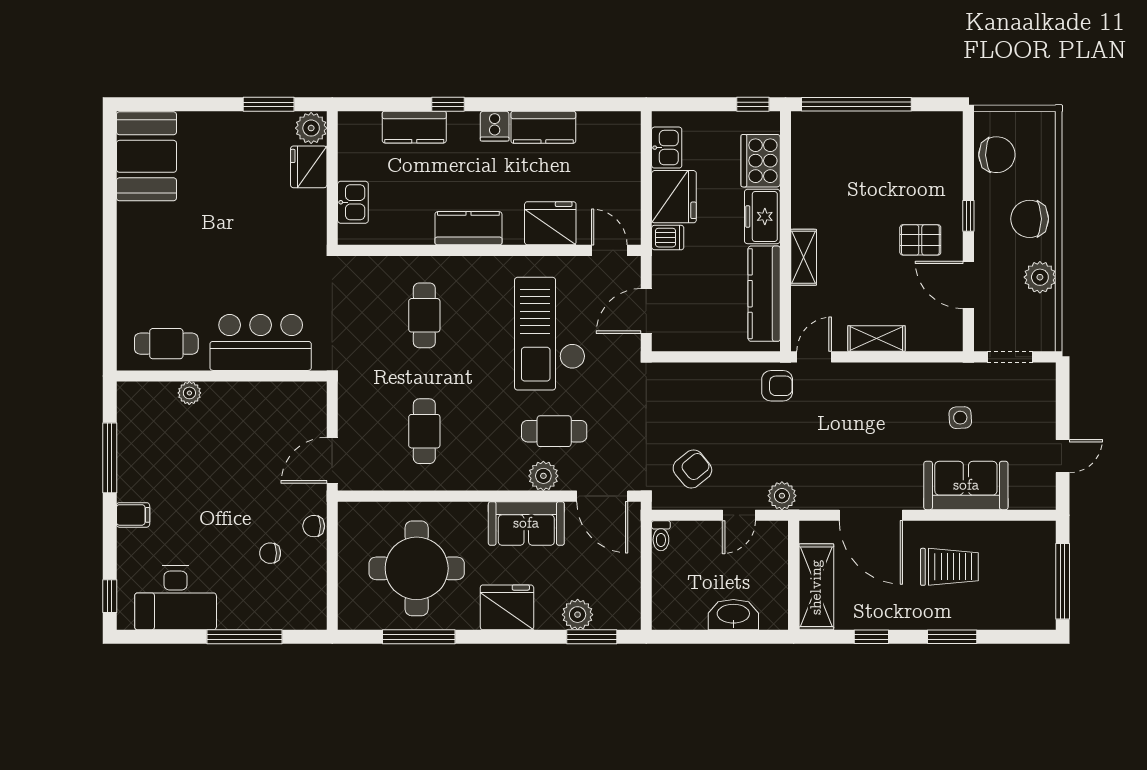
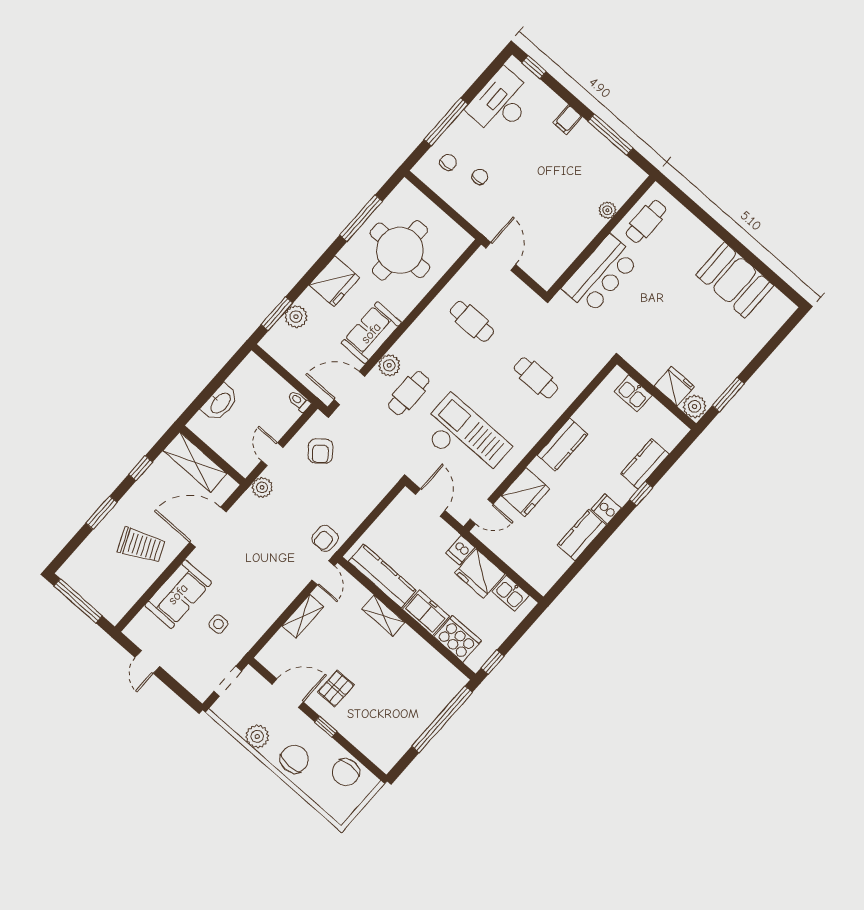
booth: (146, 156) -> (735, 280), moved
chair: (314, 526) -> (448, 162), moved
trolley: (949, 567) -> (141, 545), turned -114

